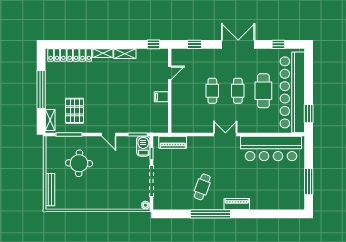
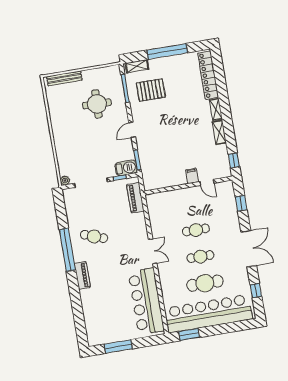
filing cabinet: (161, 97) -> (192, 176), moved

